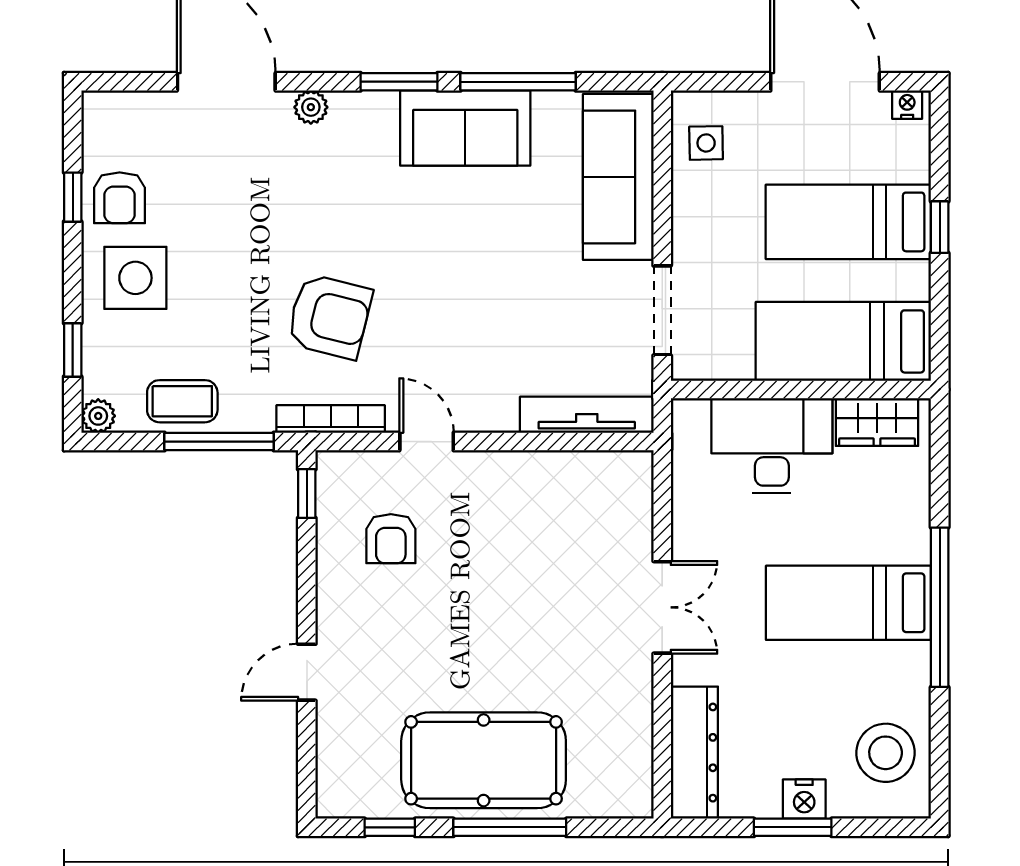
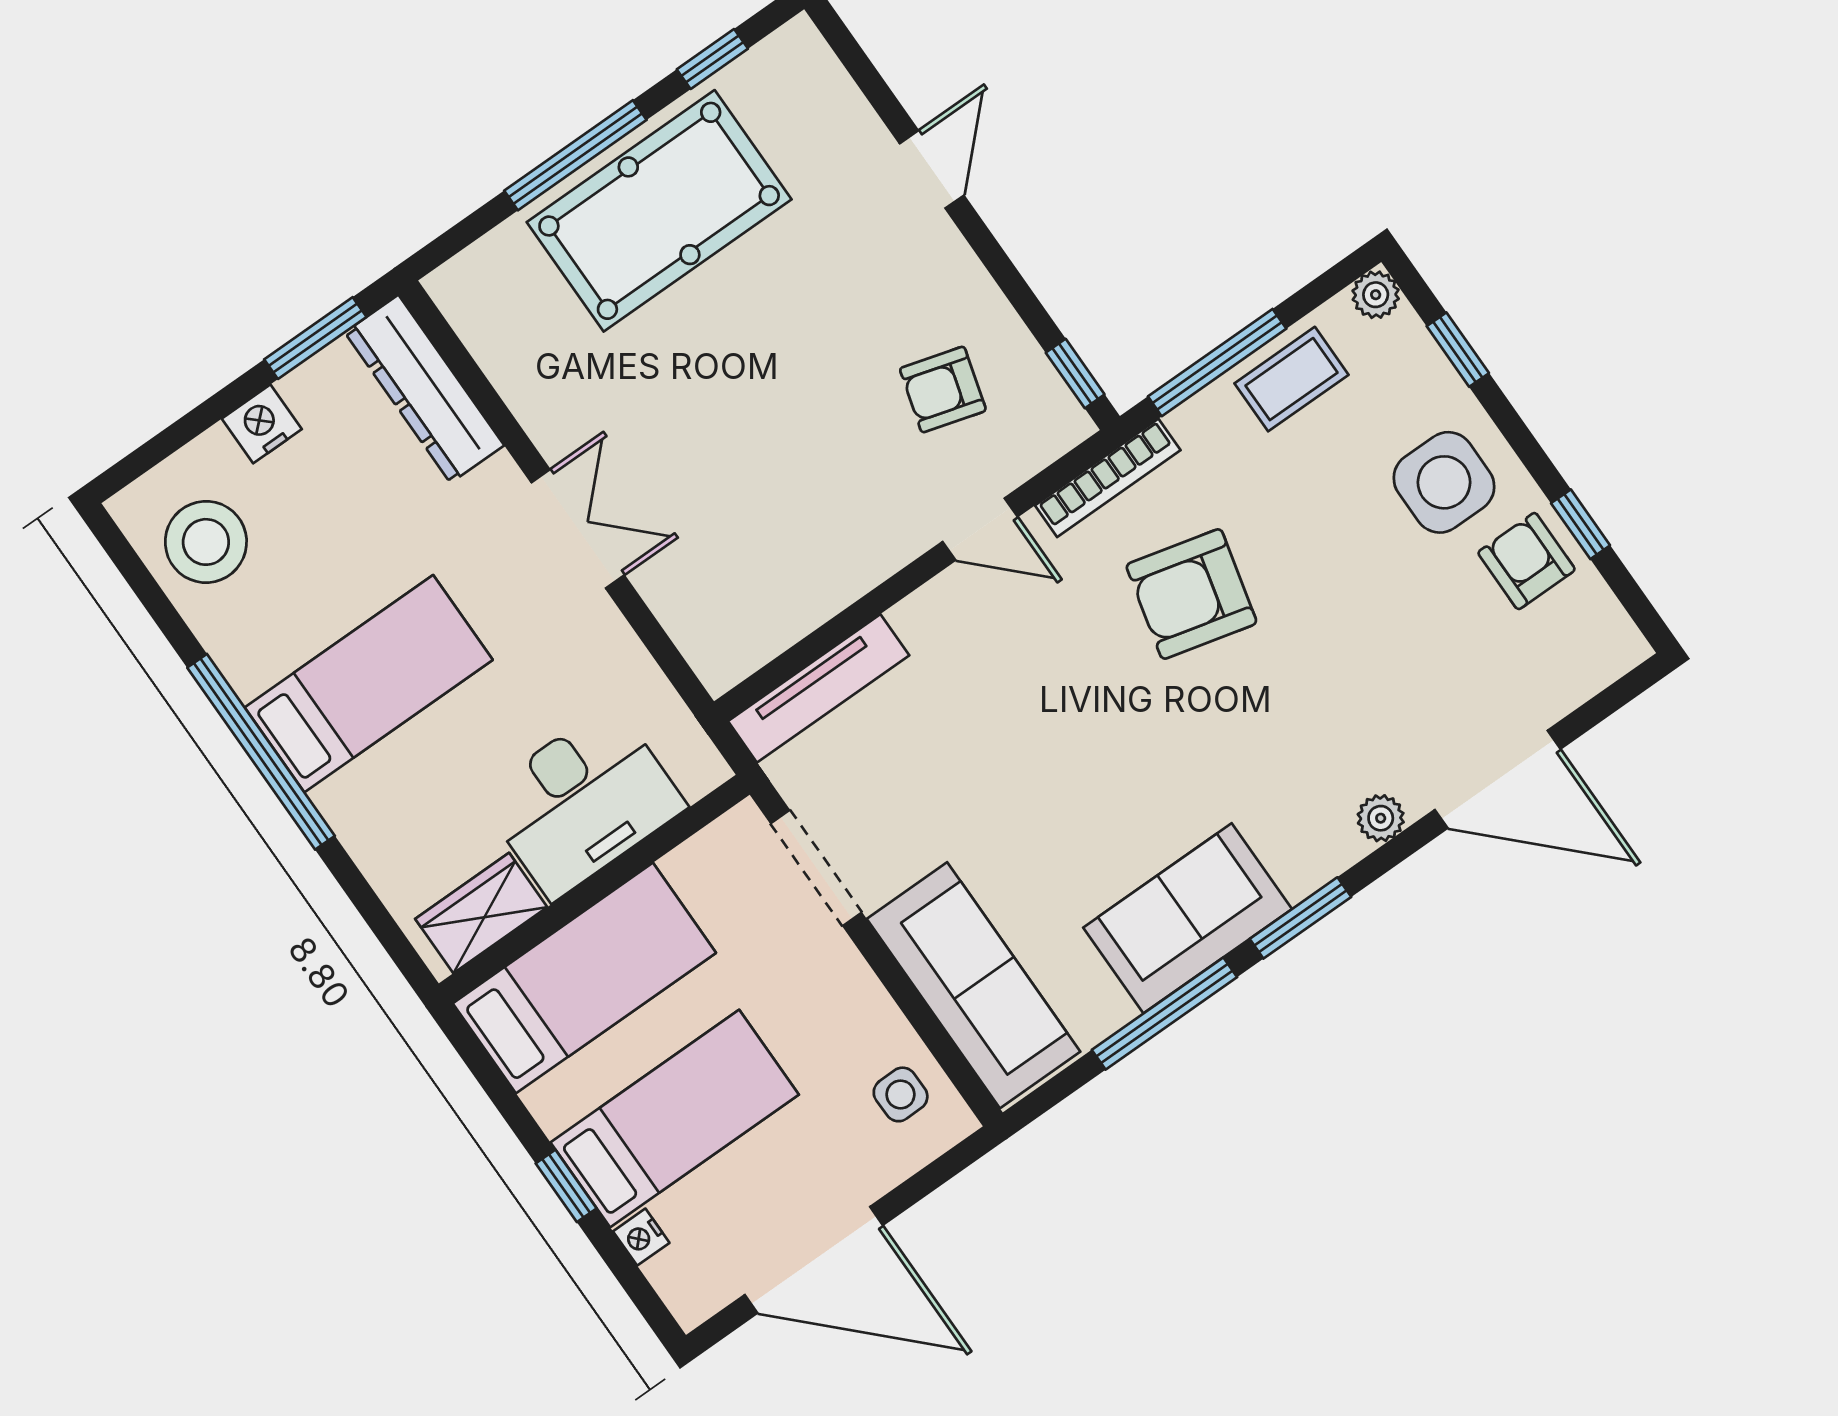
nightstand: (907, 105) -> (641, 1237), moved, turned 90
armchair: (391, 539) -> (943, 389), turned -74
double door: (662, 607) -> (578, 529), swing flipped
window: (793, 827) -> (315, 338), moved

